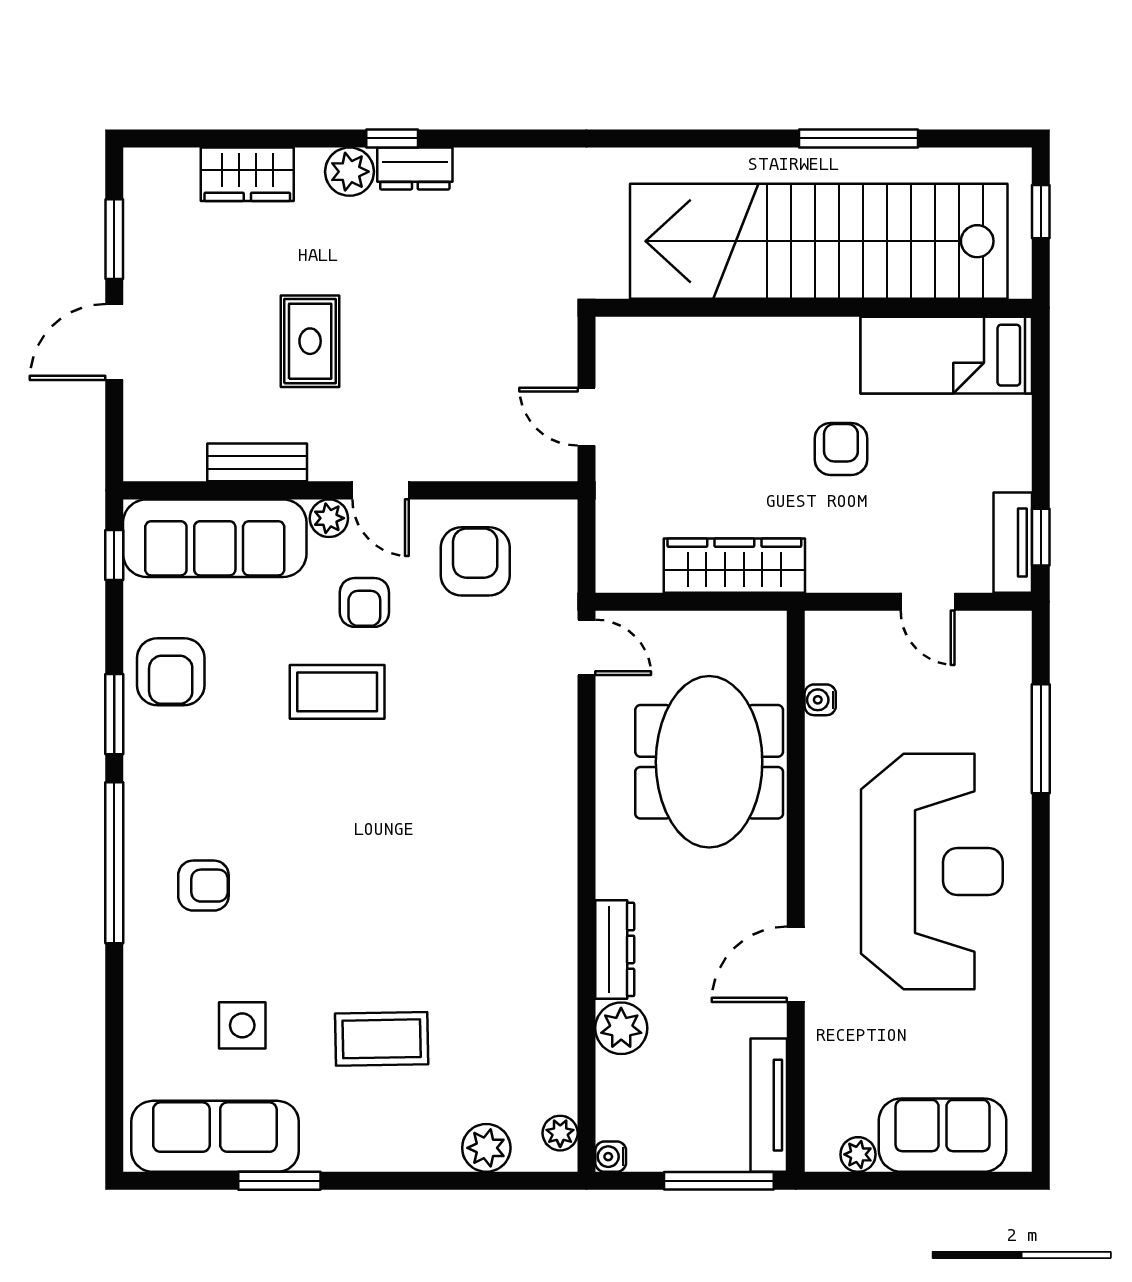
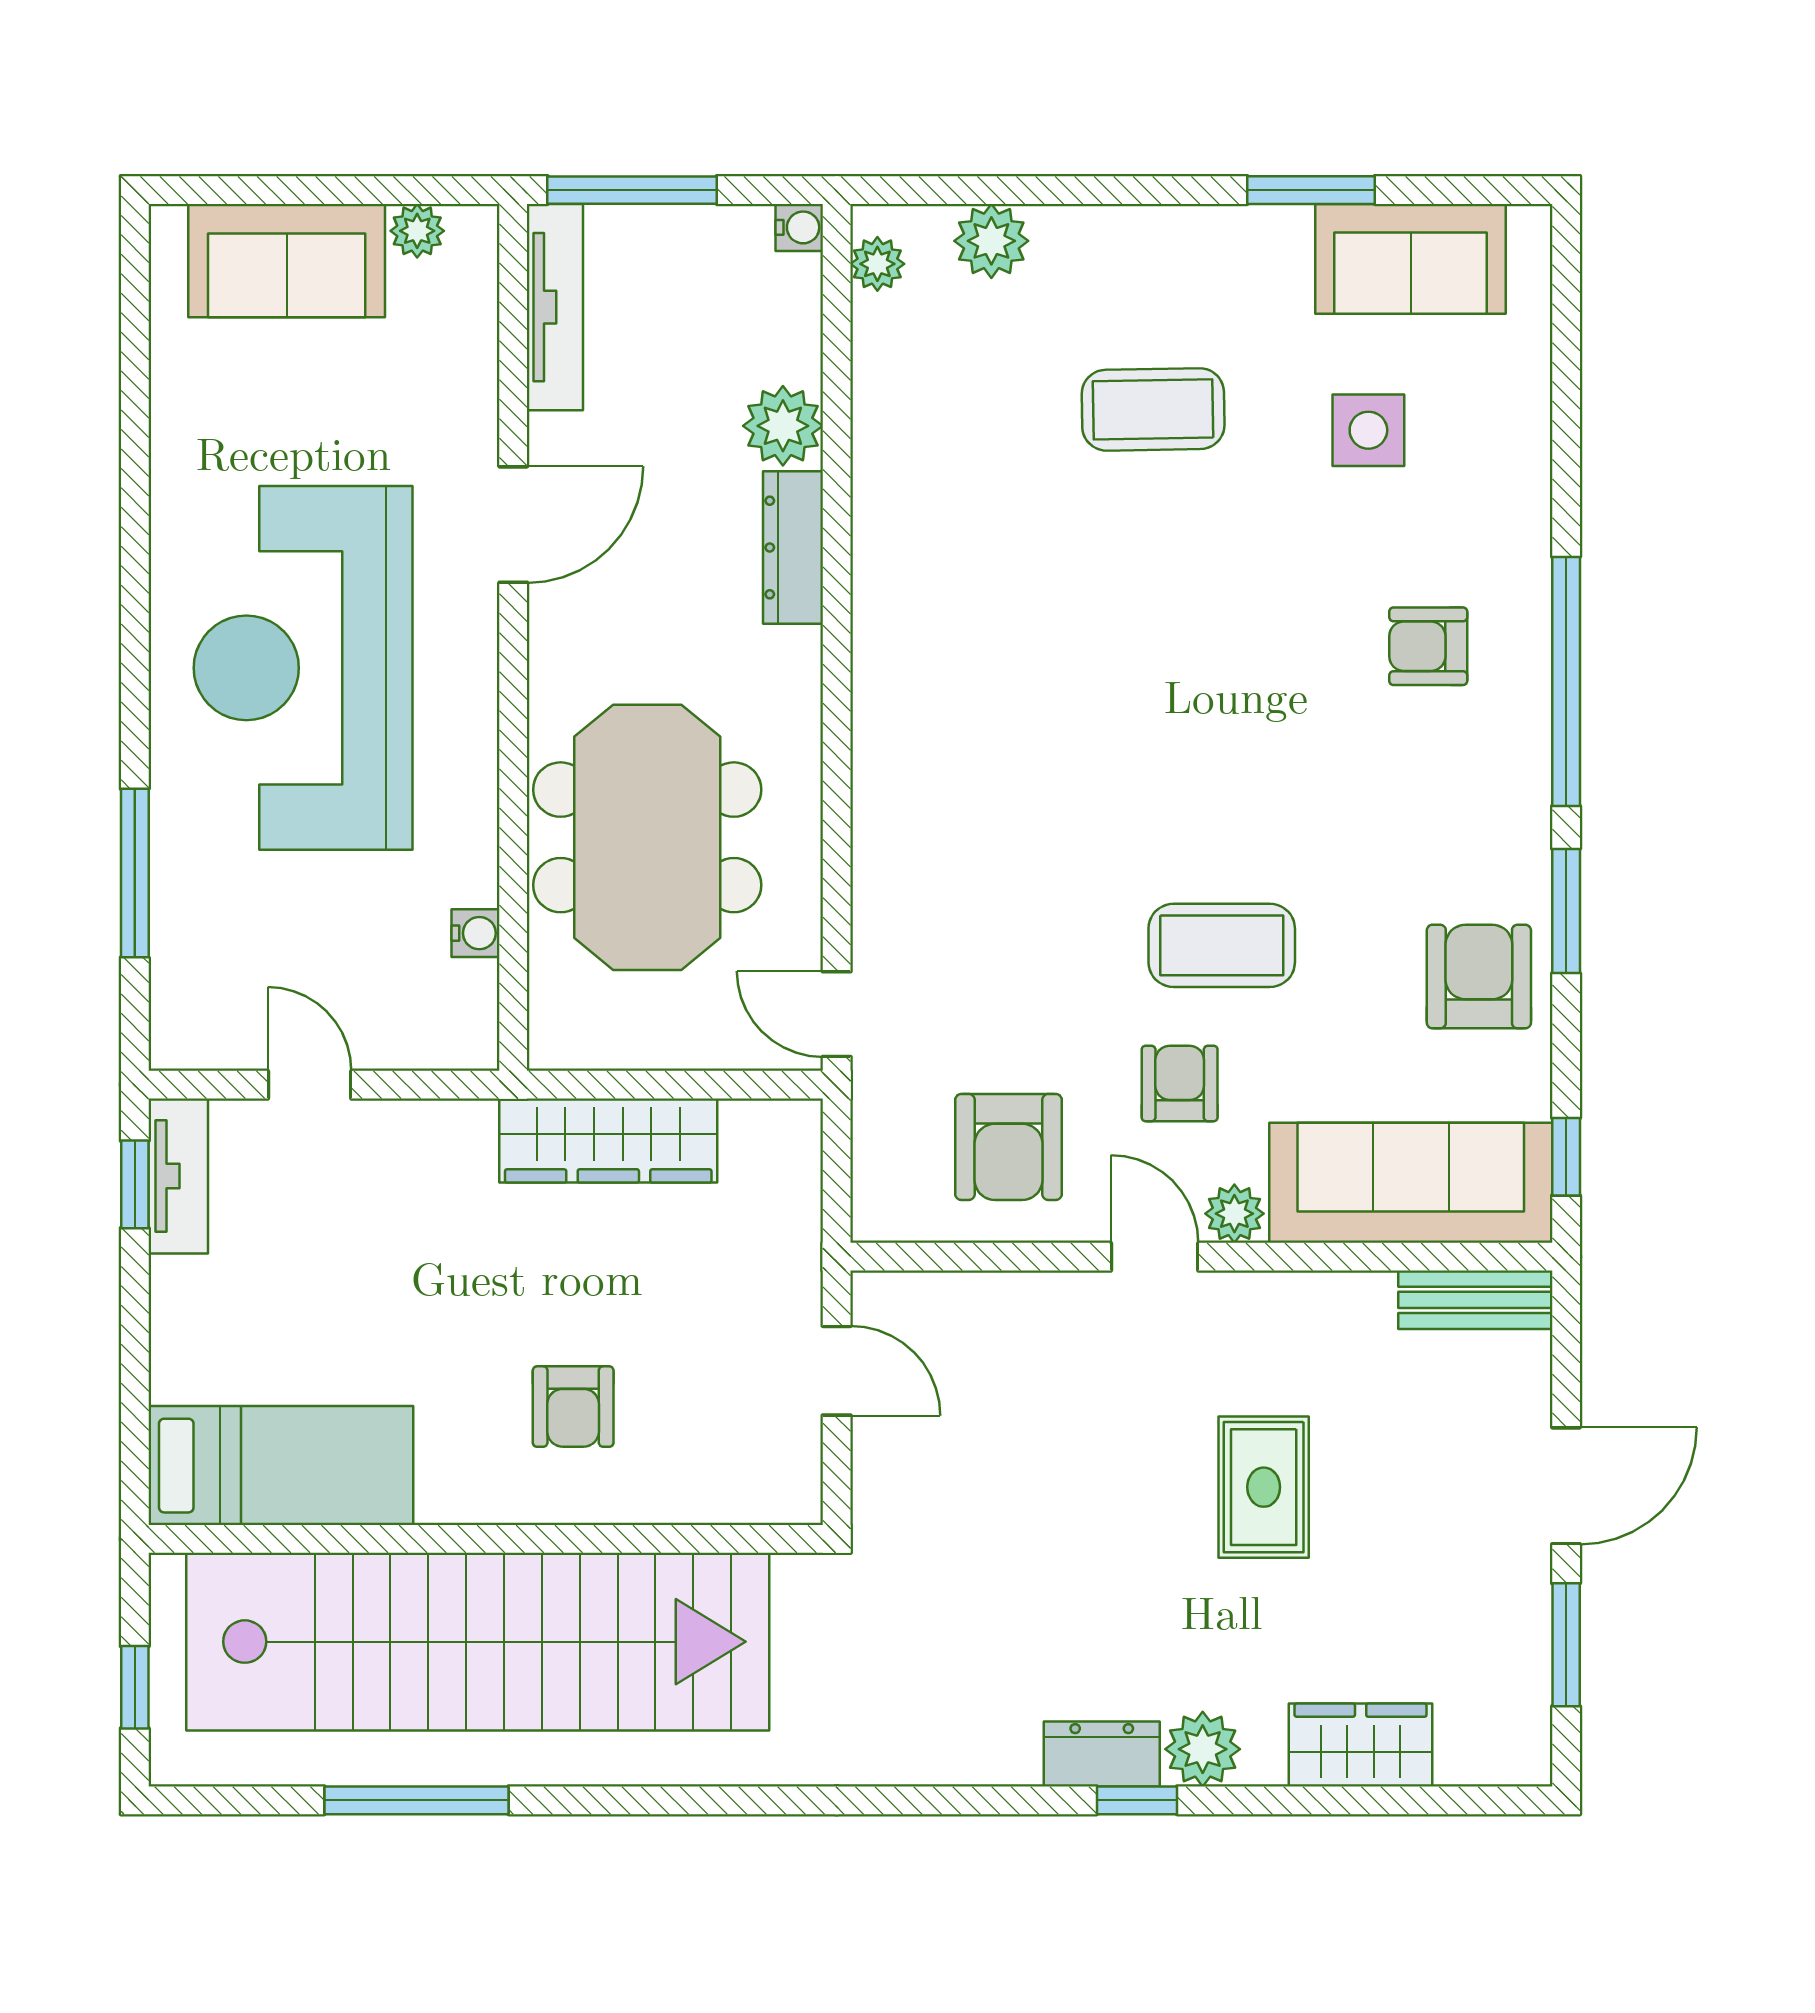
armchair: (841, 449) -> (573, 1407), moved
bench: (257, 462) -> (1475, 1300), moved
sofa: (215, 1136) -> (1411, 259), width x0.73

